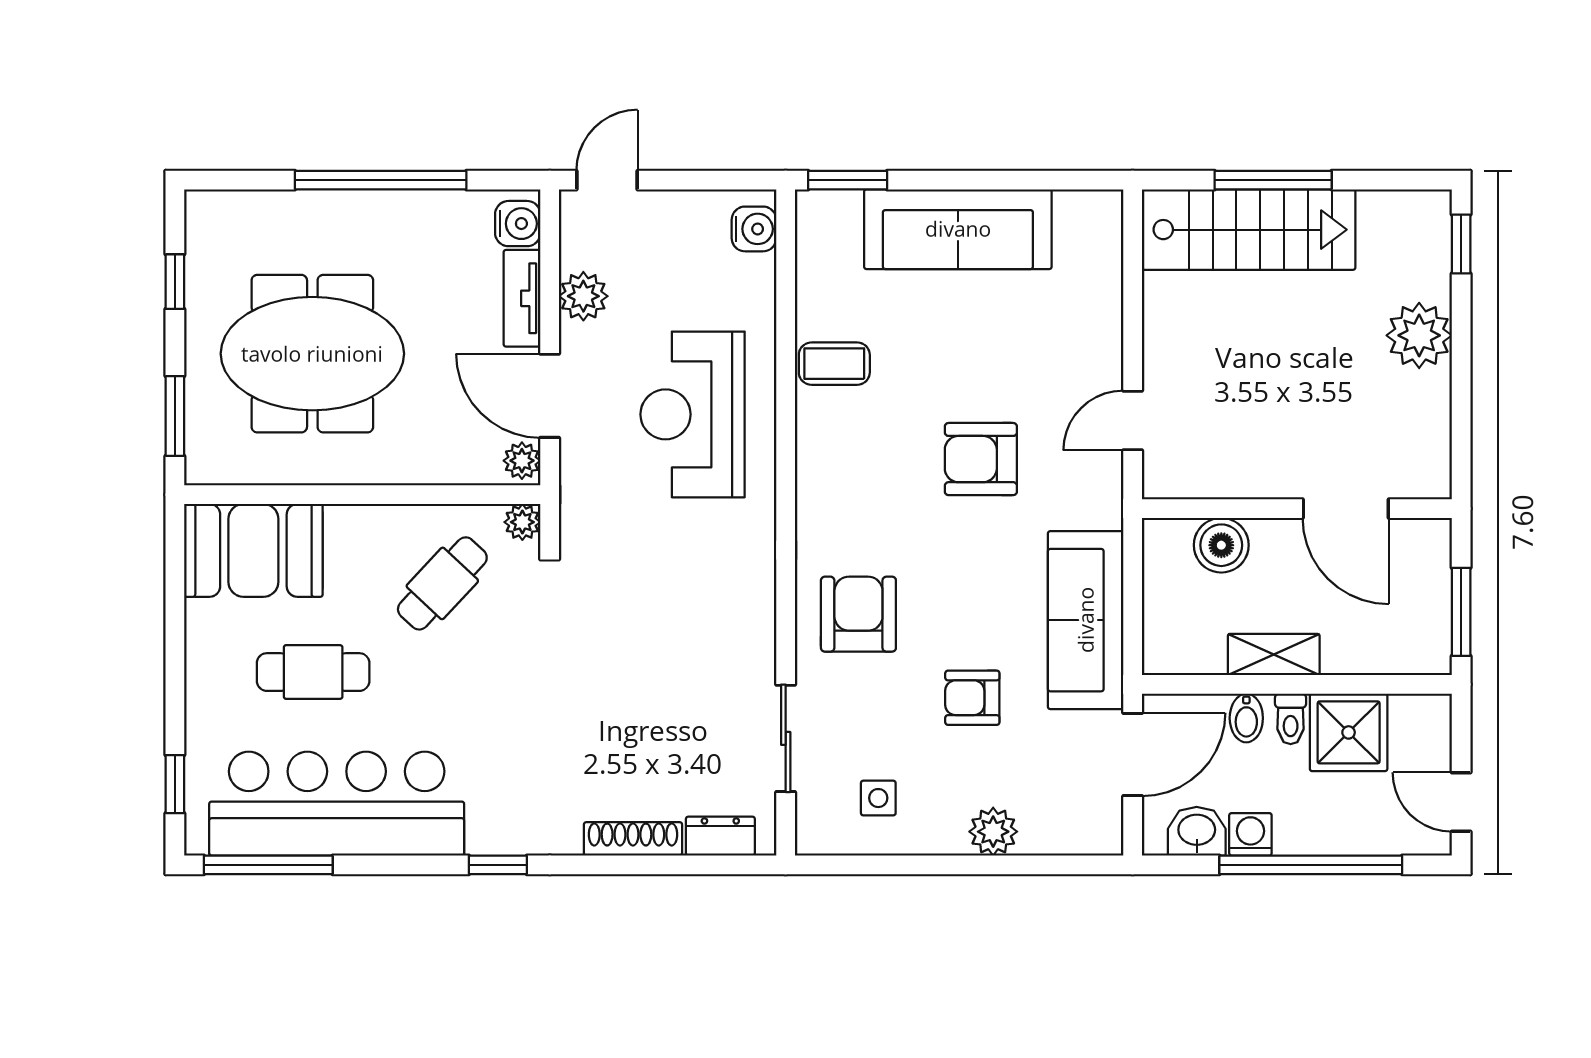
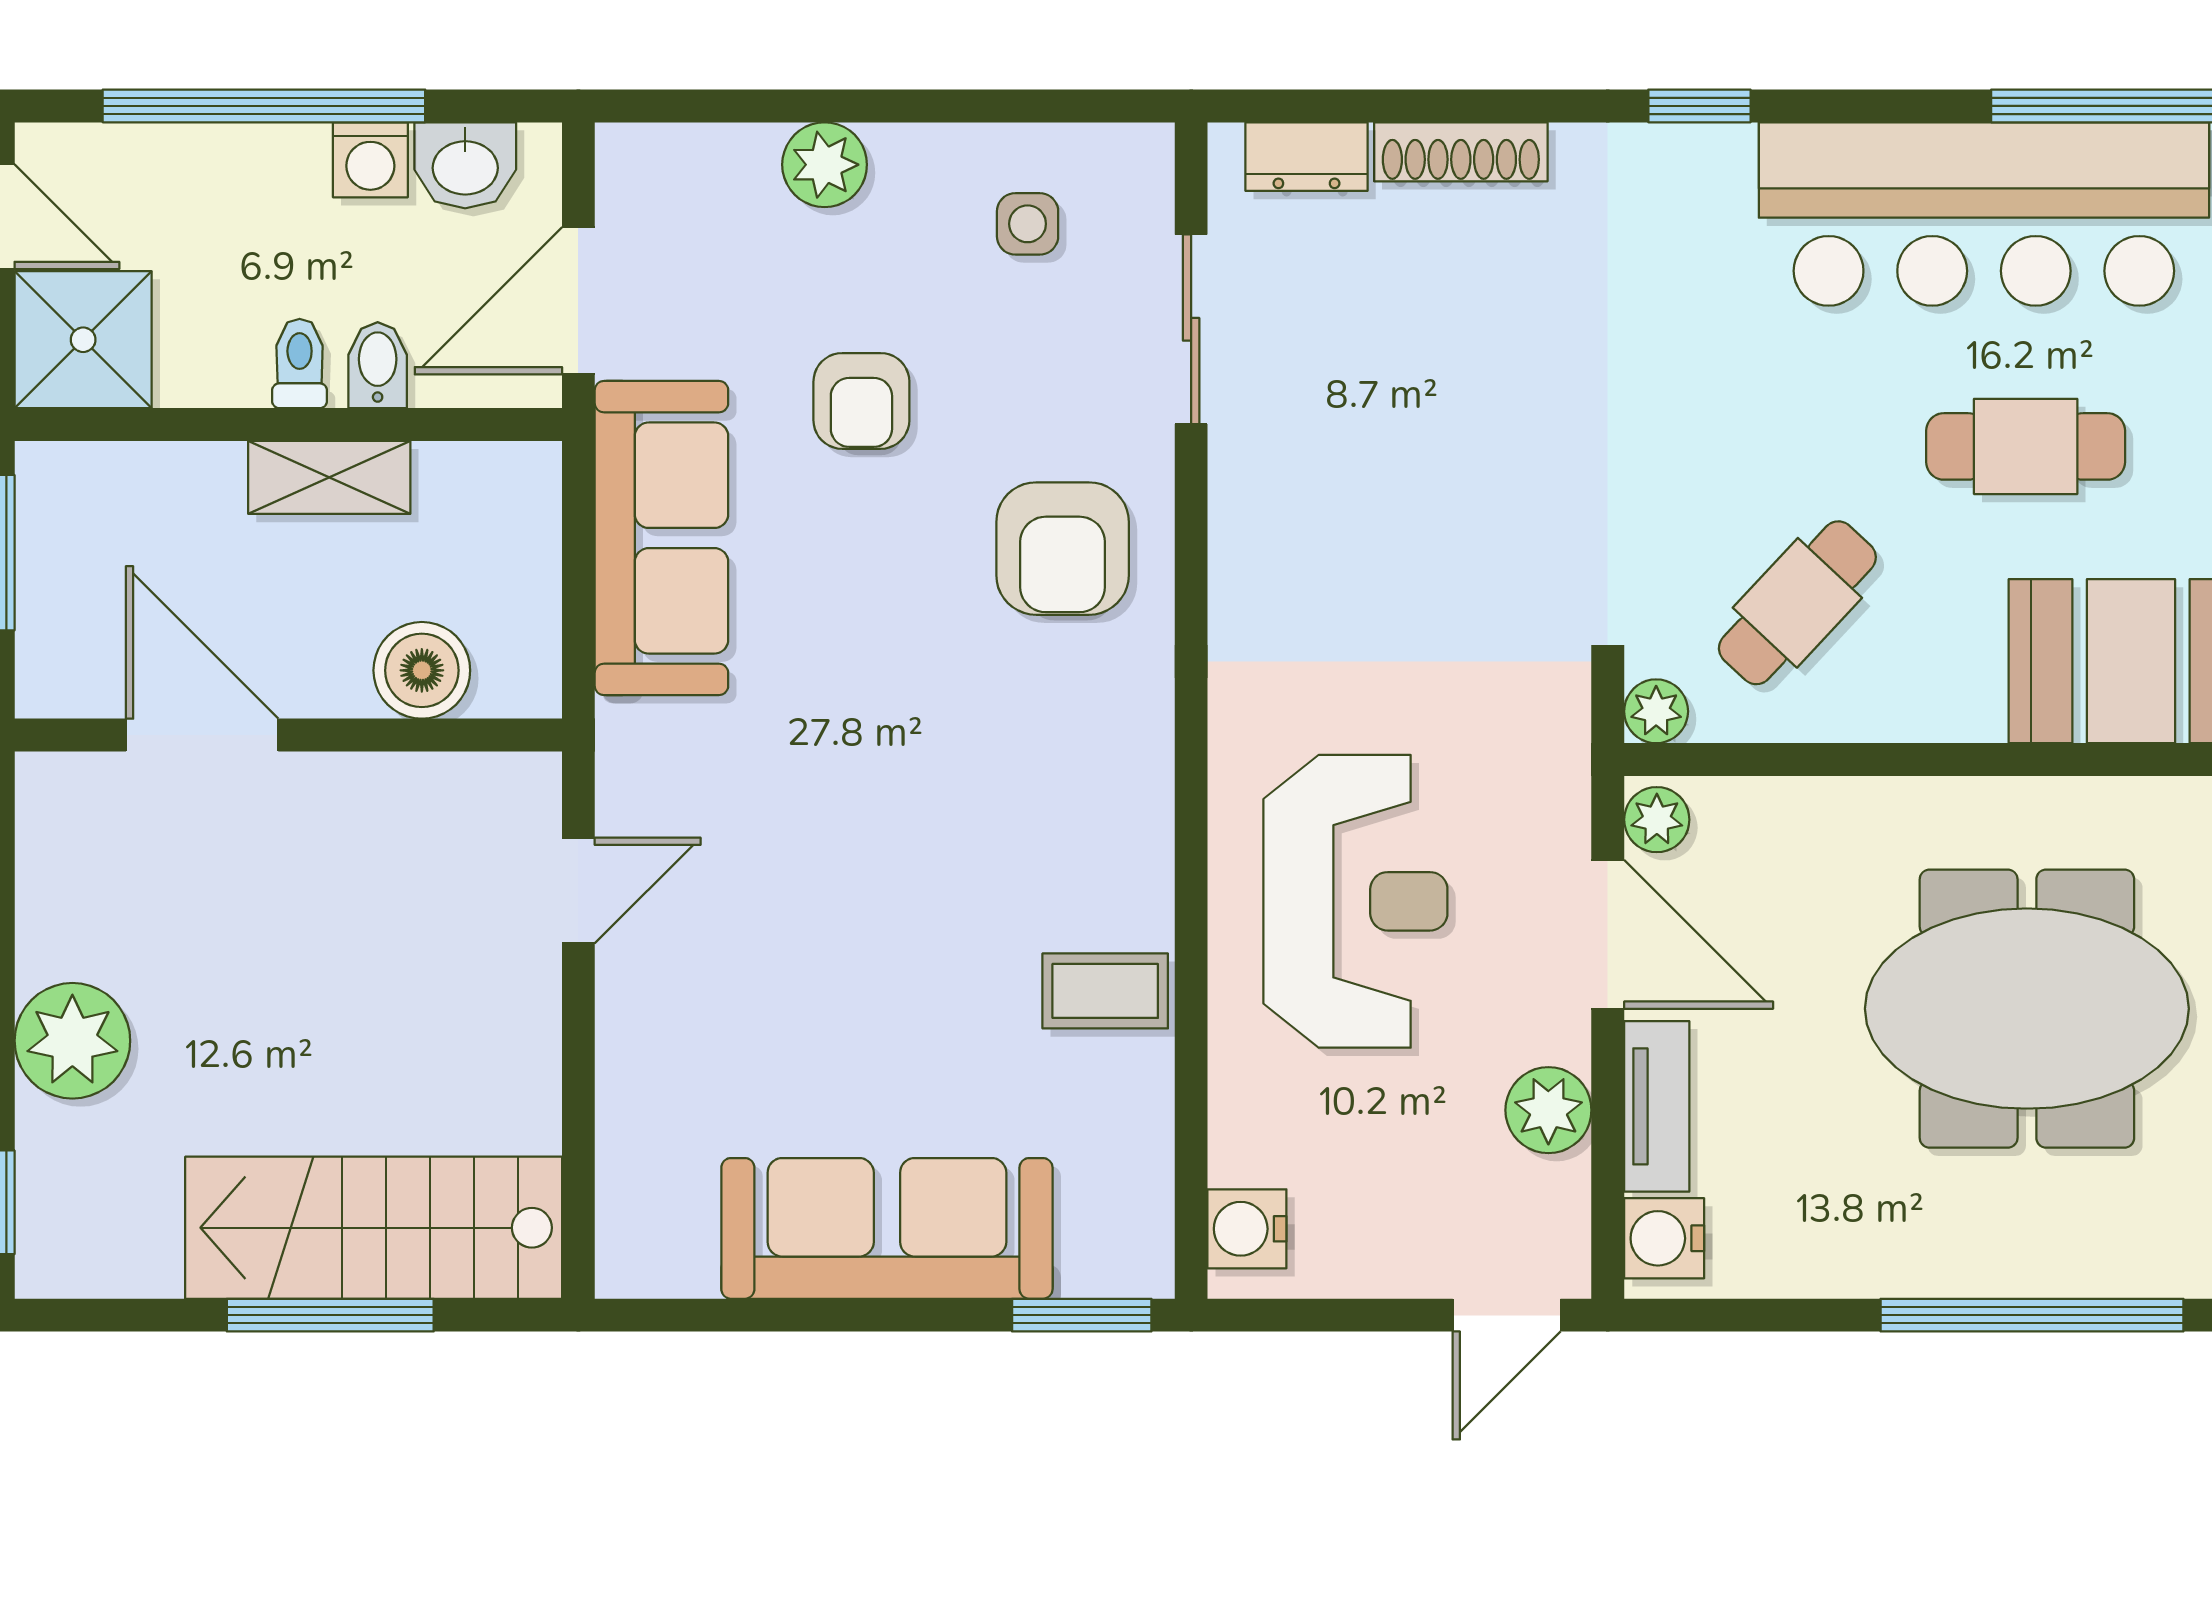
window: (381, 180) -> (2032, 1315), moved
armchair: (981, 459) -> (846, 822), removed
armchair: (972, 698) -> (861, 401), turned 90
shower: (1349, 732) -> (83, 340), moved

